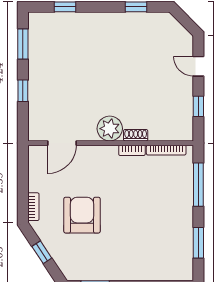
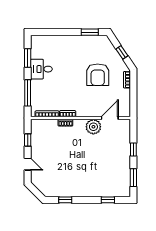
plant: (110, 129) -> (93, 127), moved
desk: (176, 224) -> (41, 69), added

